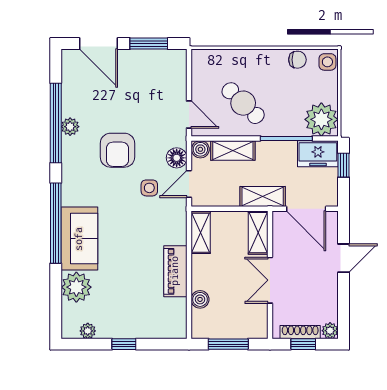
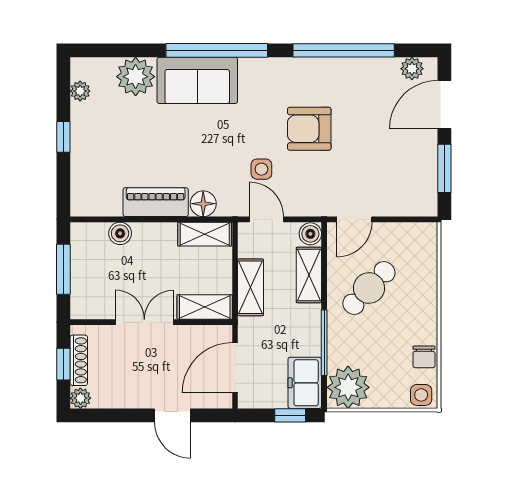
plant: (70, 127) -> (412, 69), moved
floor lamp: (177, 158) -> (203, 204), moved
shelving: (263, 197) -> (250, 287), moved

